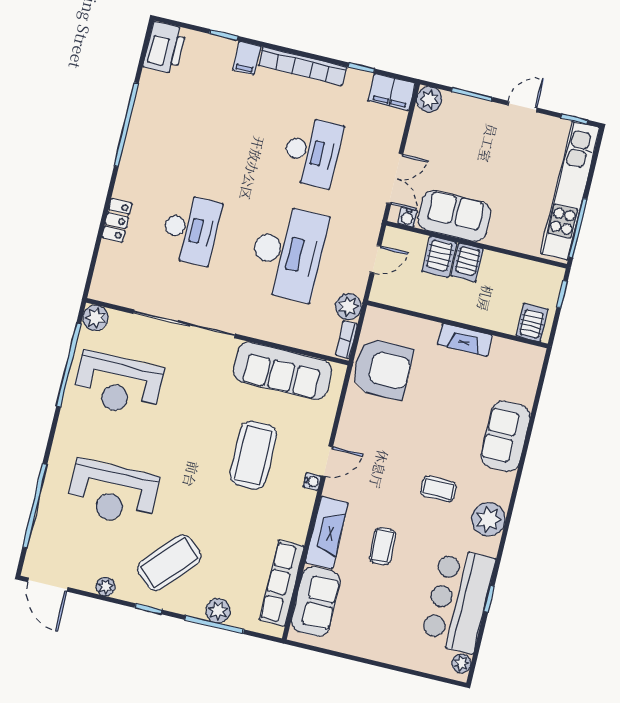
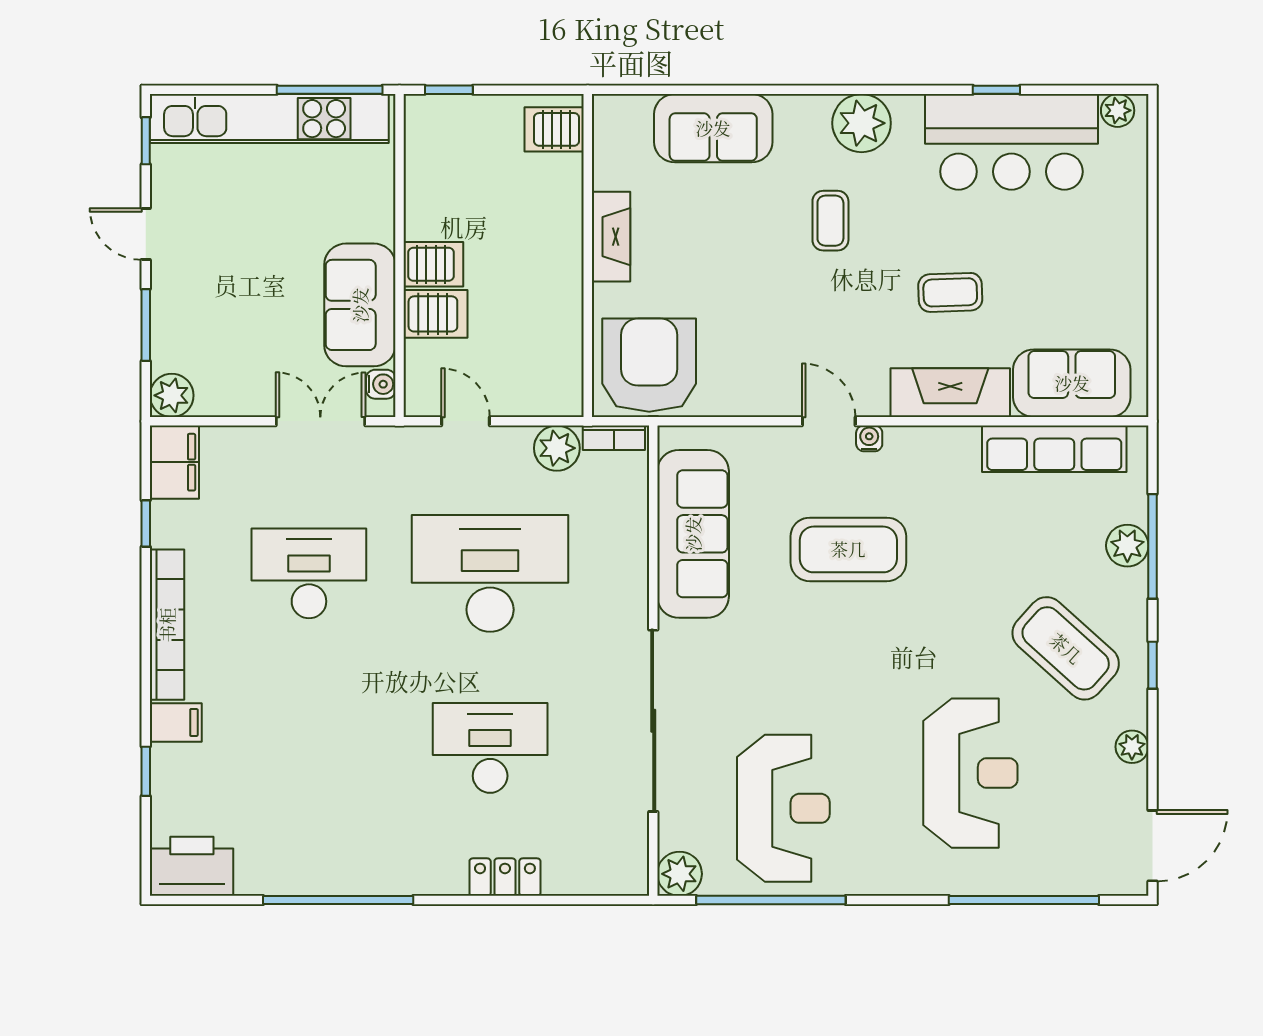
server rack: (532, 323) -> (554, 129), moved
wall: (457, 324) -> (588, 256), moved
fireplace: (465, 340) -> (611, 237), moved

